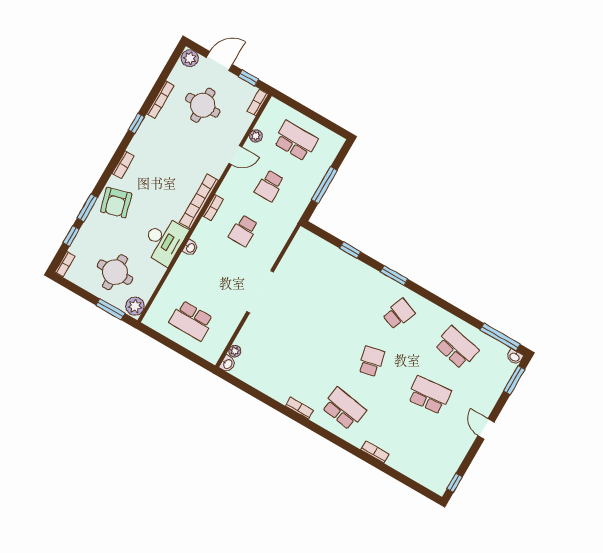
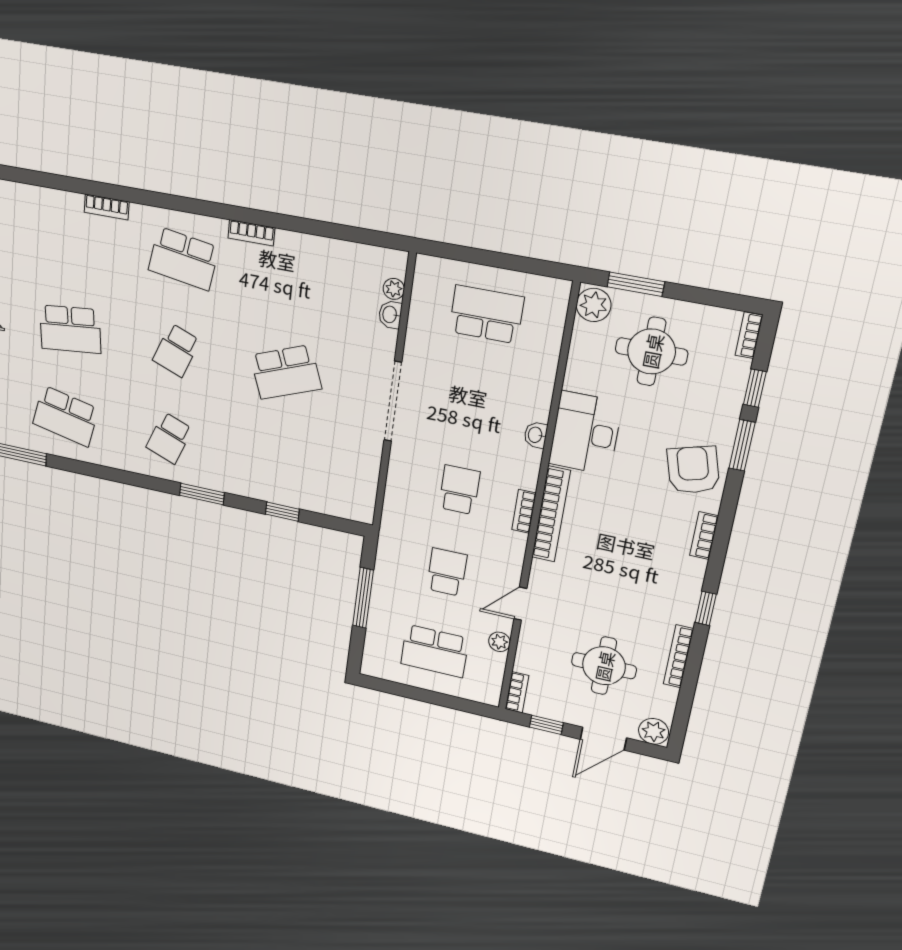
school desk: (313, 328) -> (286, 372), added
school desk: (371, 361) -> (176, 350), turned 33
washbasin: (228, 364) -> (390, 315), moved

